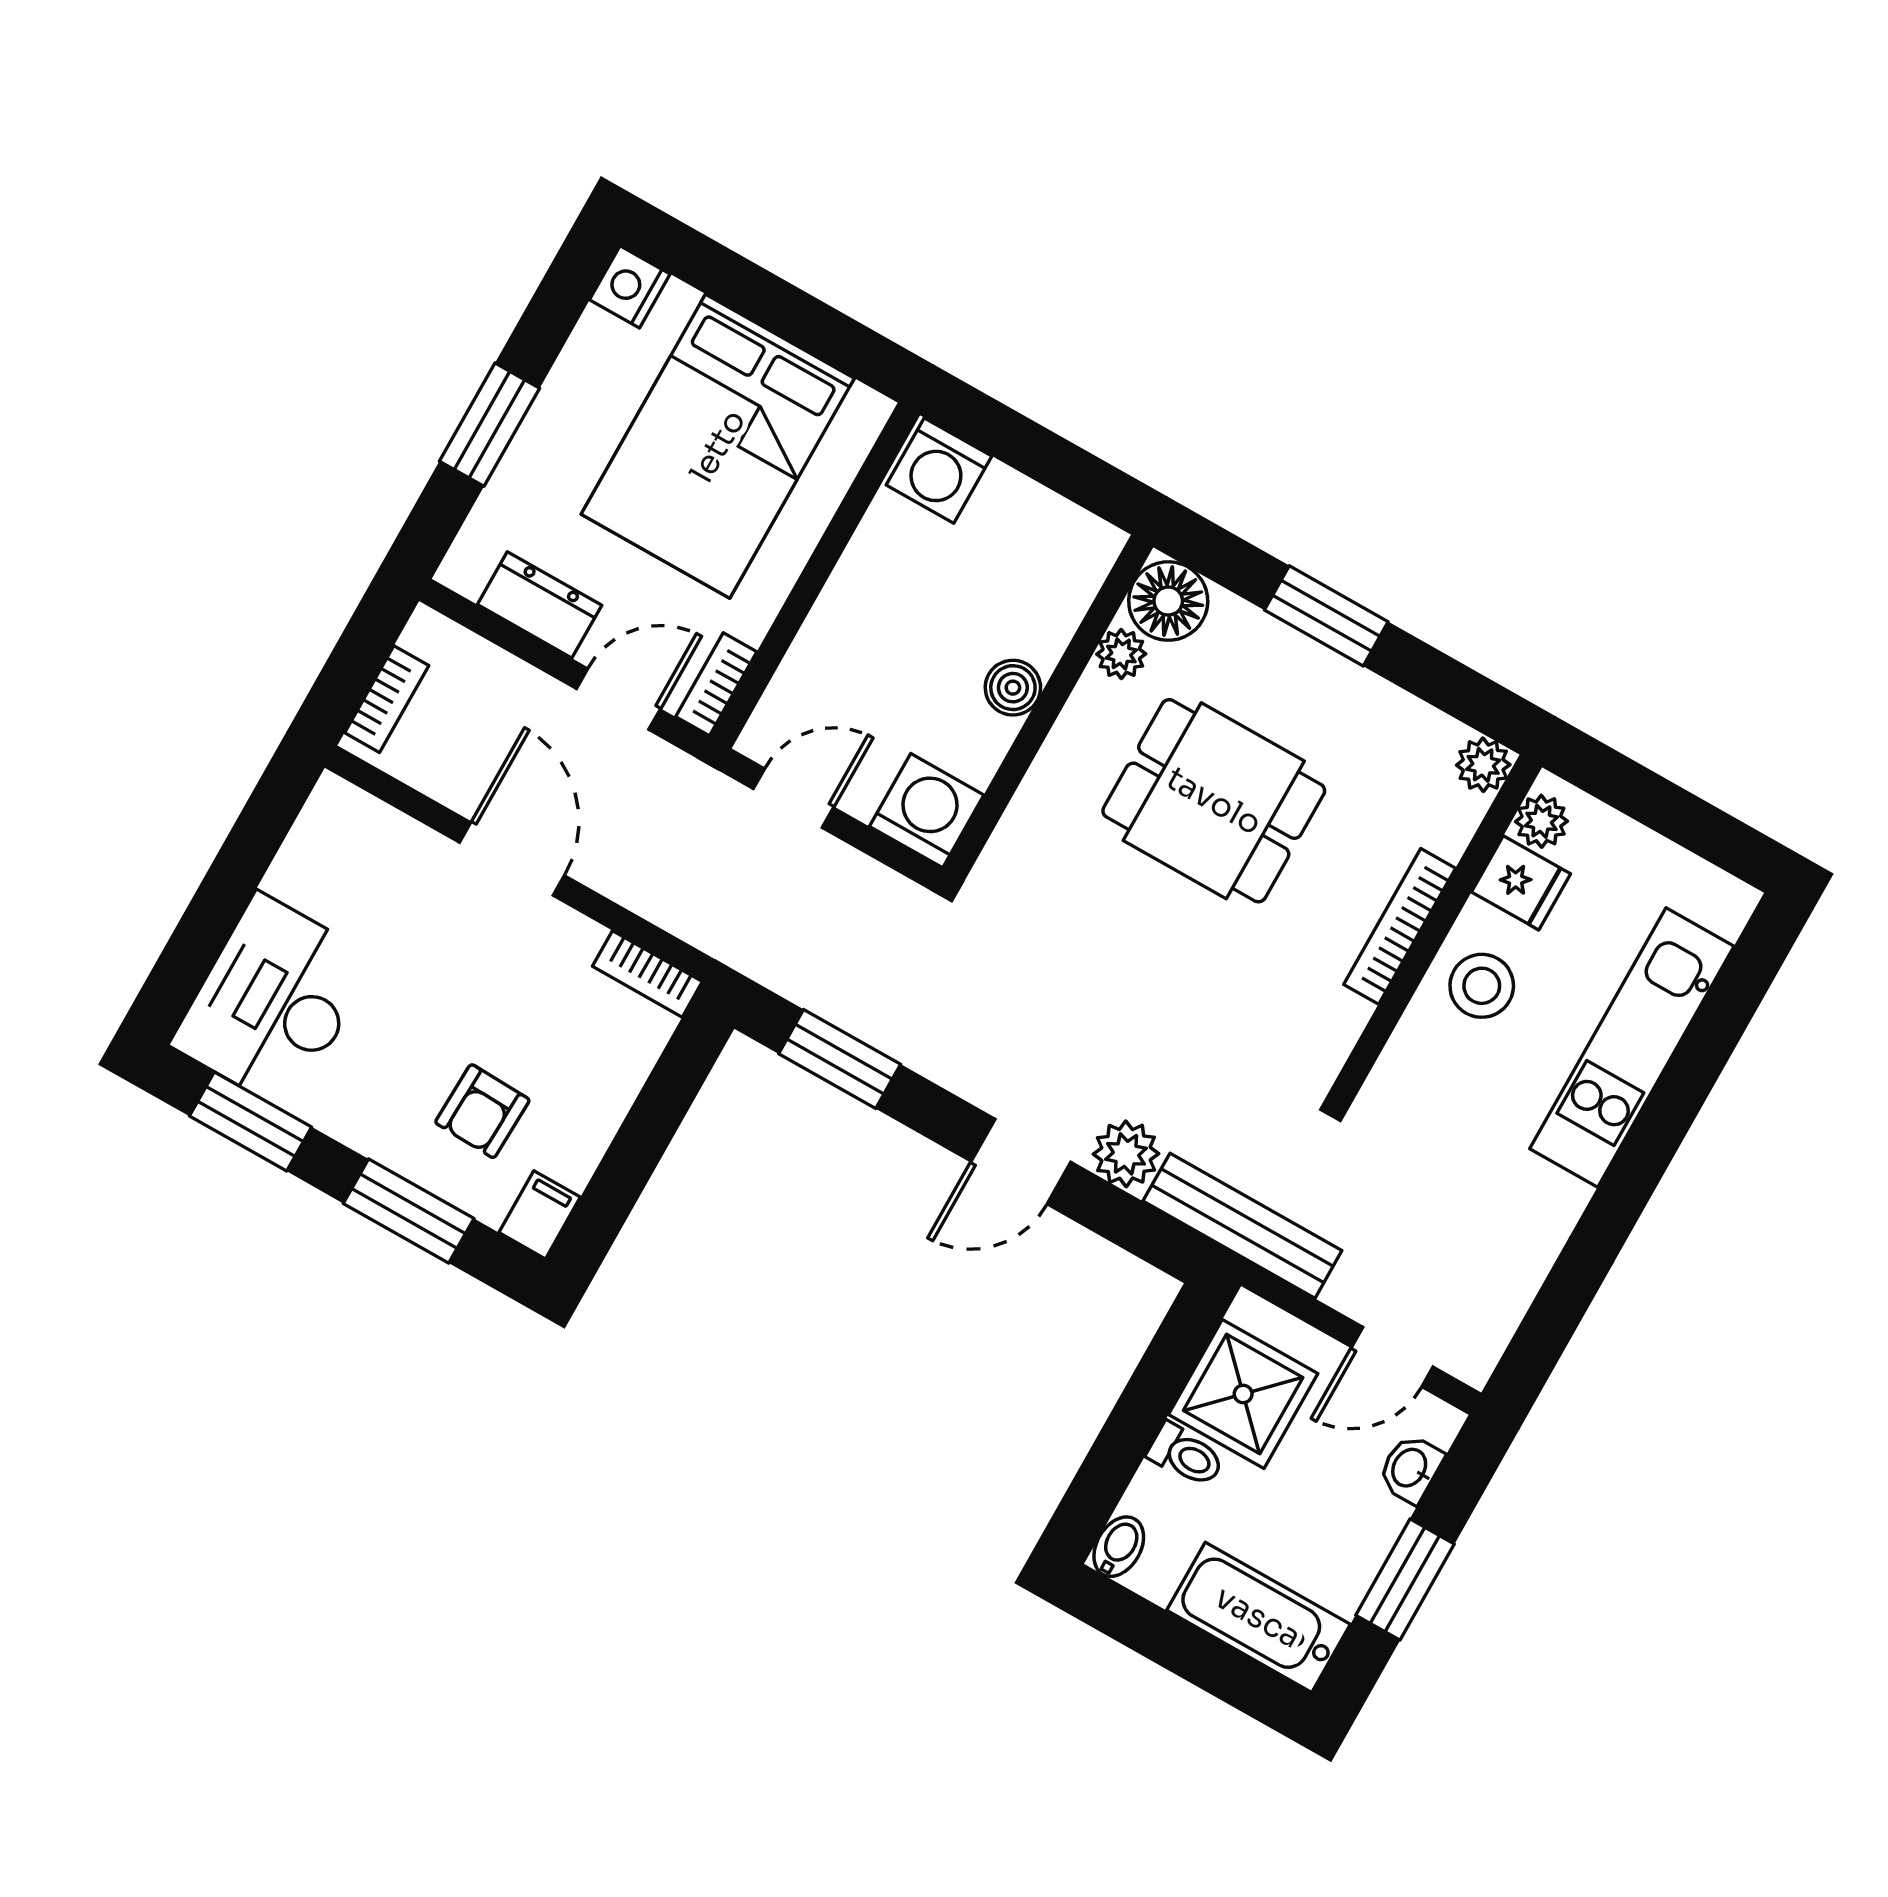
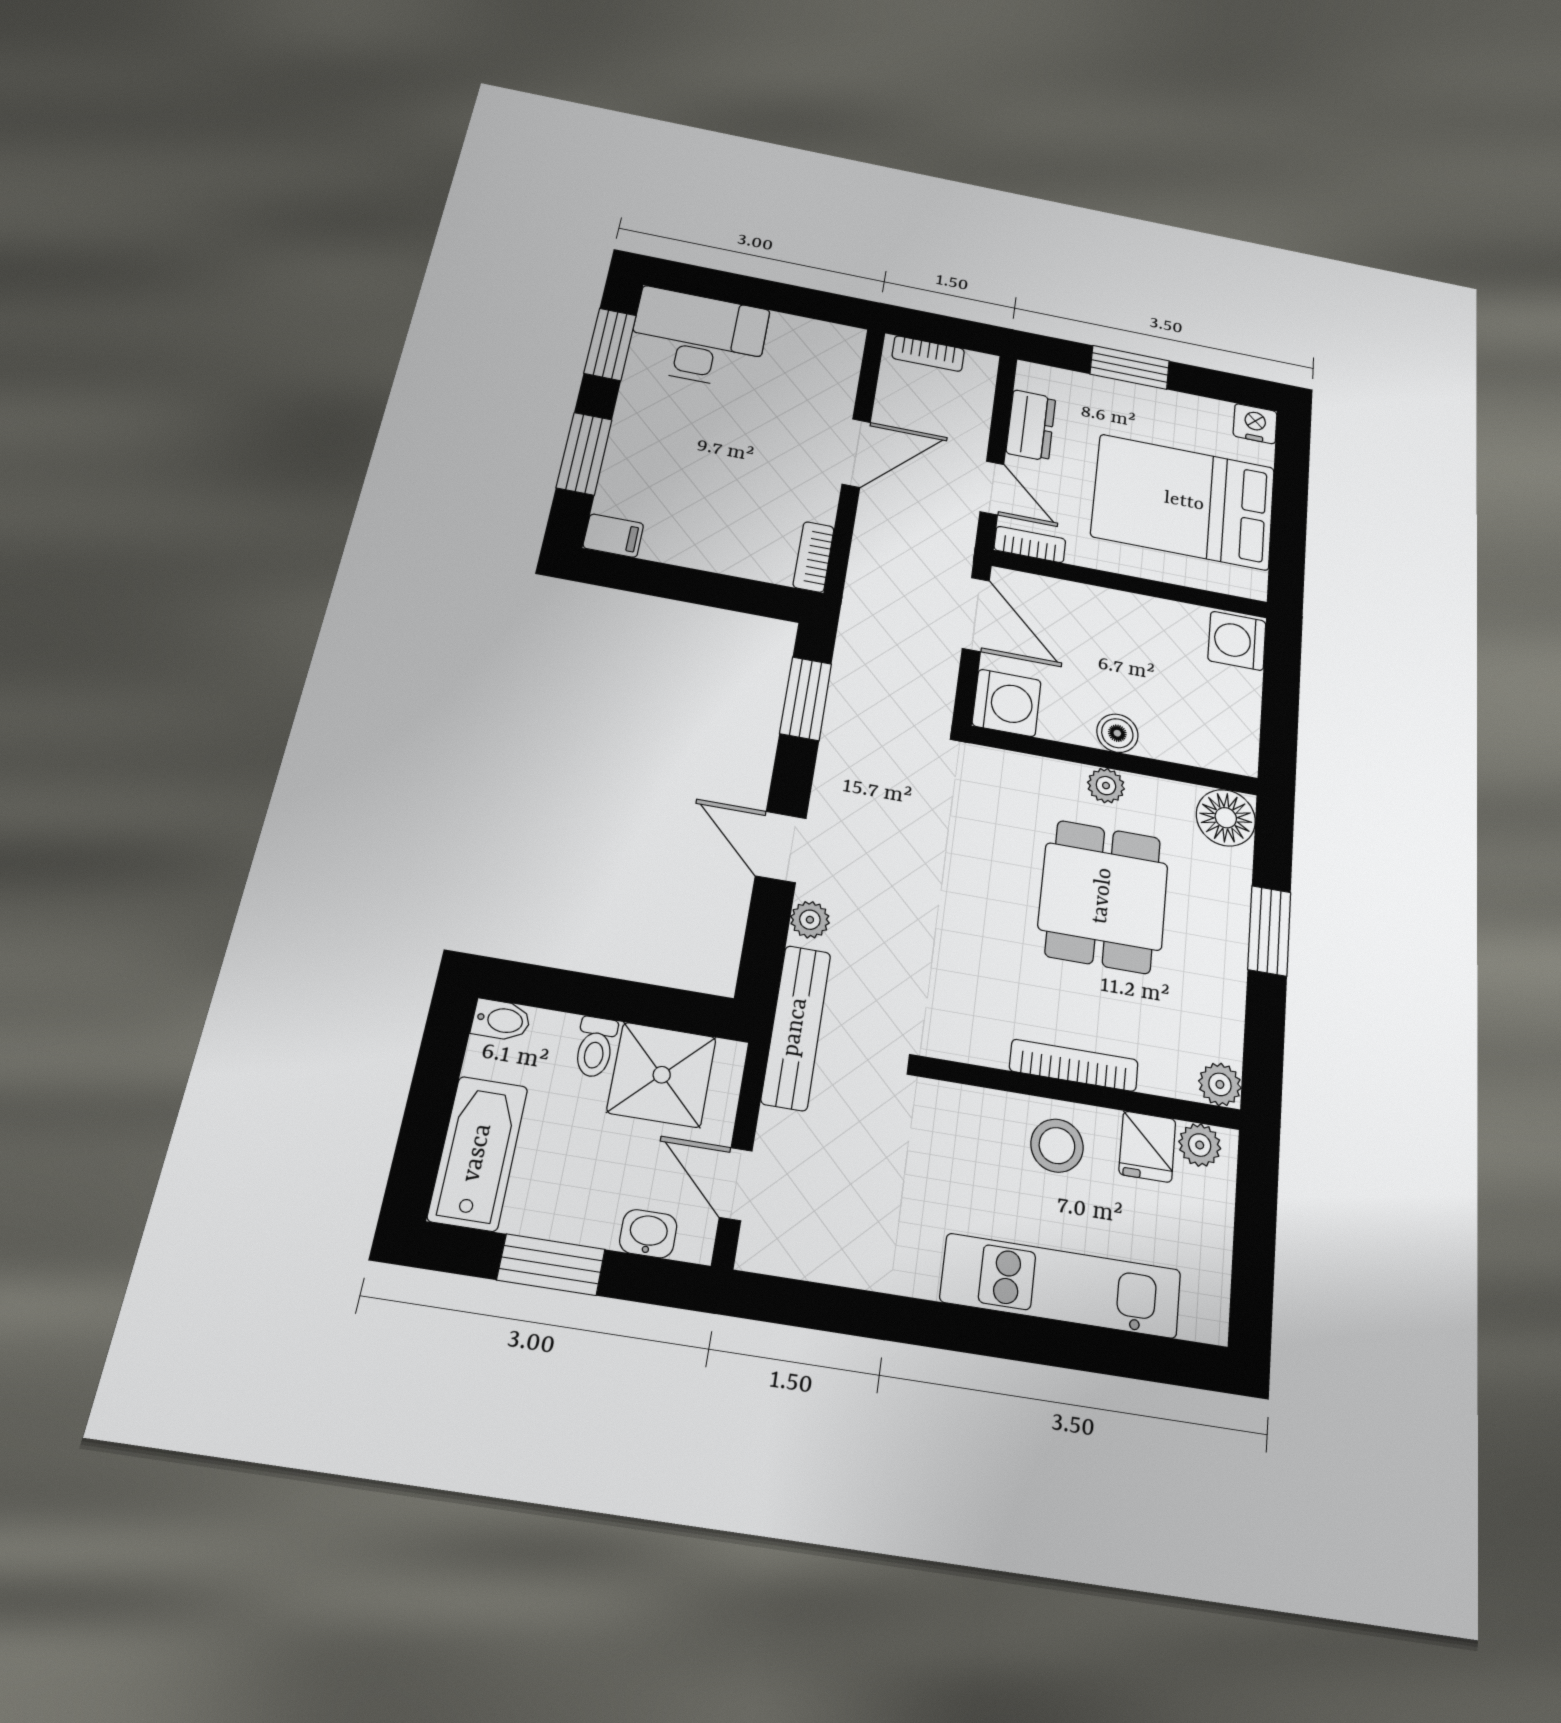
plant: (1121, 654) -> (1106, 786), moved
door: (793, 798) -> (976, 614), width x1.38
armchair: (482, 1111) -> (674, 480), removed
plant: (1126, 1154) -> (810, 920), width x0.73, depth x0.73

